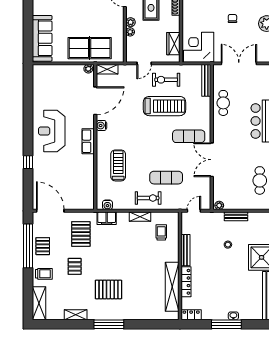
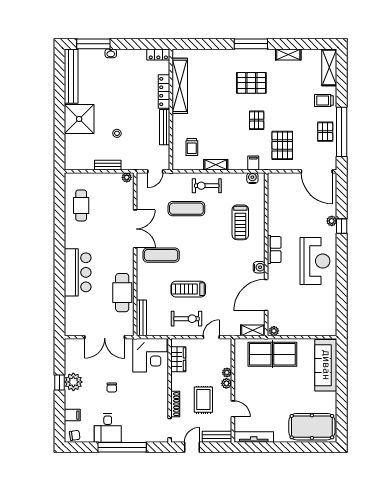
cafe table: (223, 103) -> (122, 293), width x1.37, depth x1.35
treadmill: (165, 106) -> (188, 289), width x0.73, depth x0.73
plant: (37, 167) -> (332, 221), added
filing cabinet: (107, 218) -> (253, 163), width x0.50
pallet: (75, 266) -> (257, 120), moved
window: (226, 324) -> (93, 44), moved

